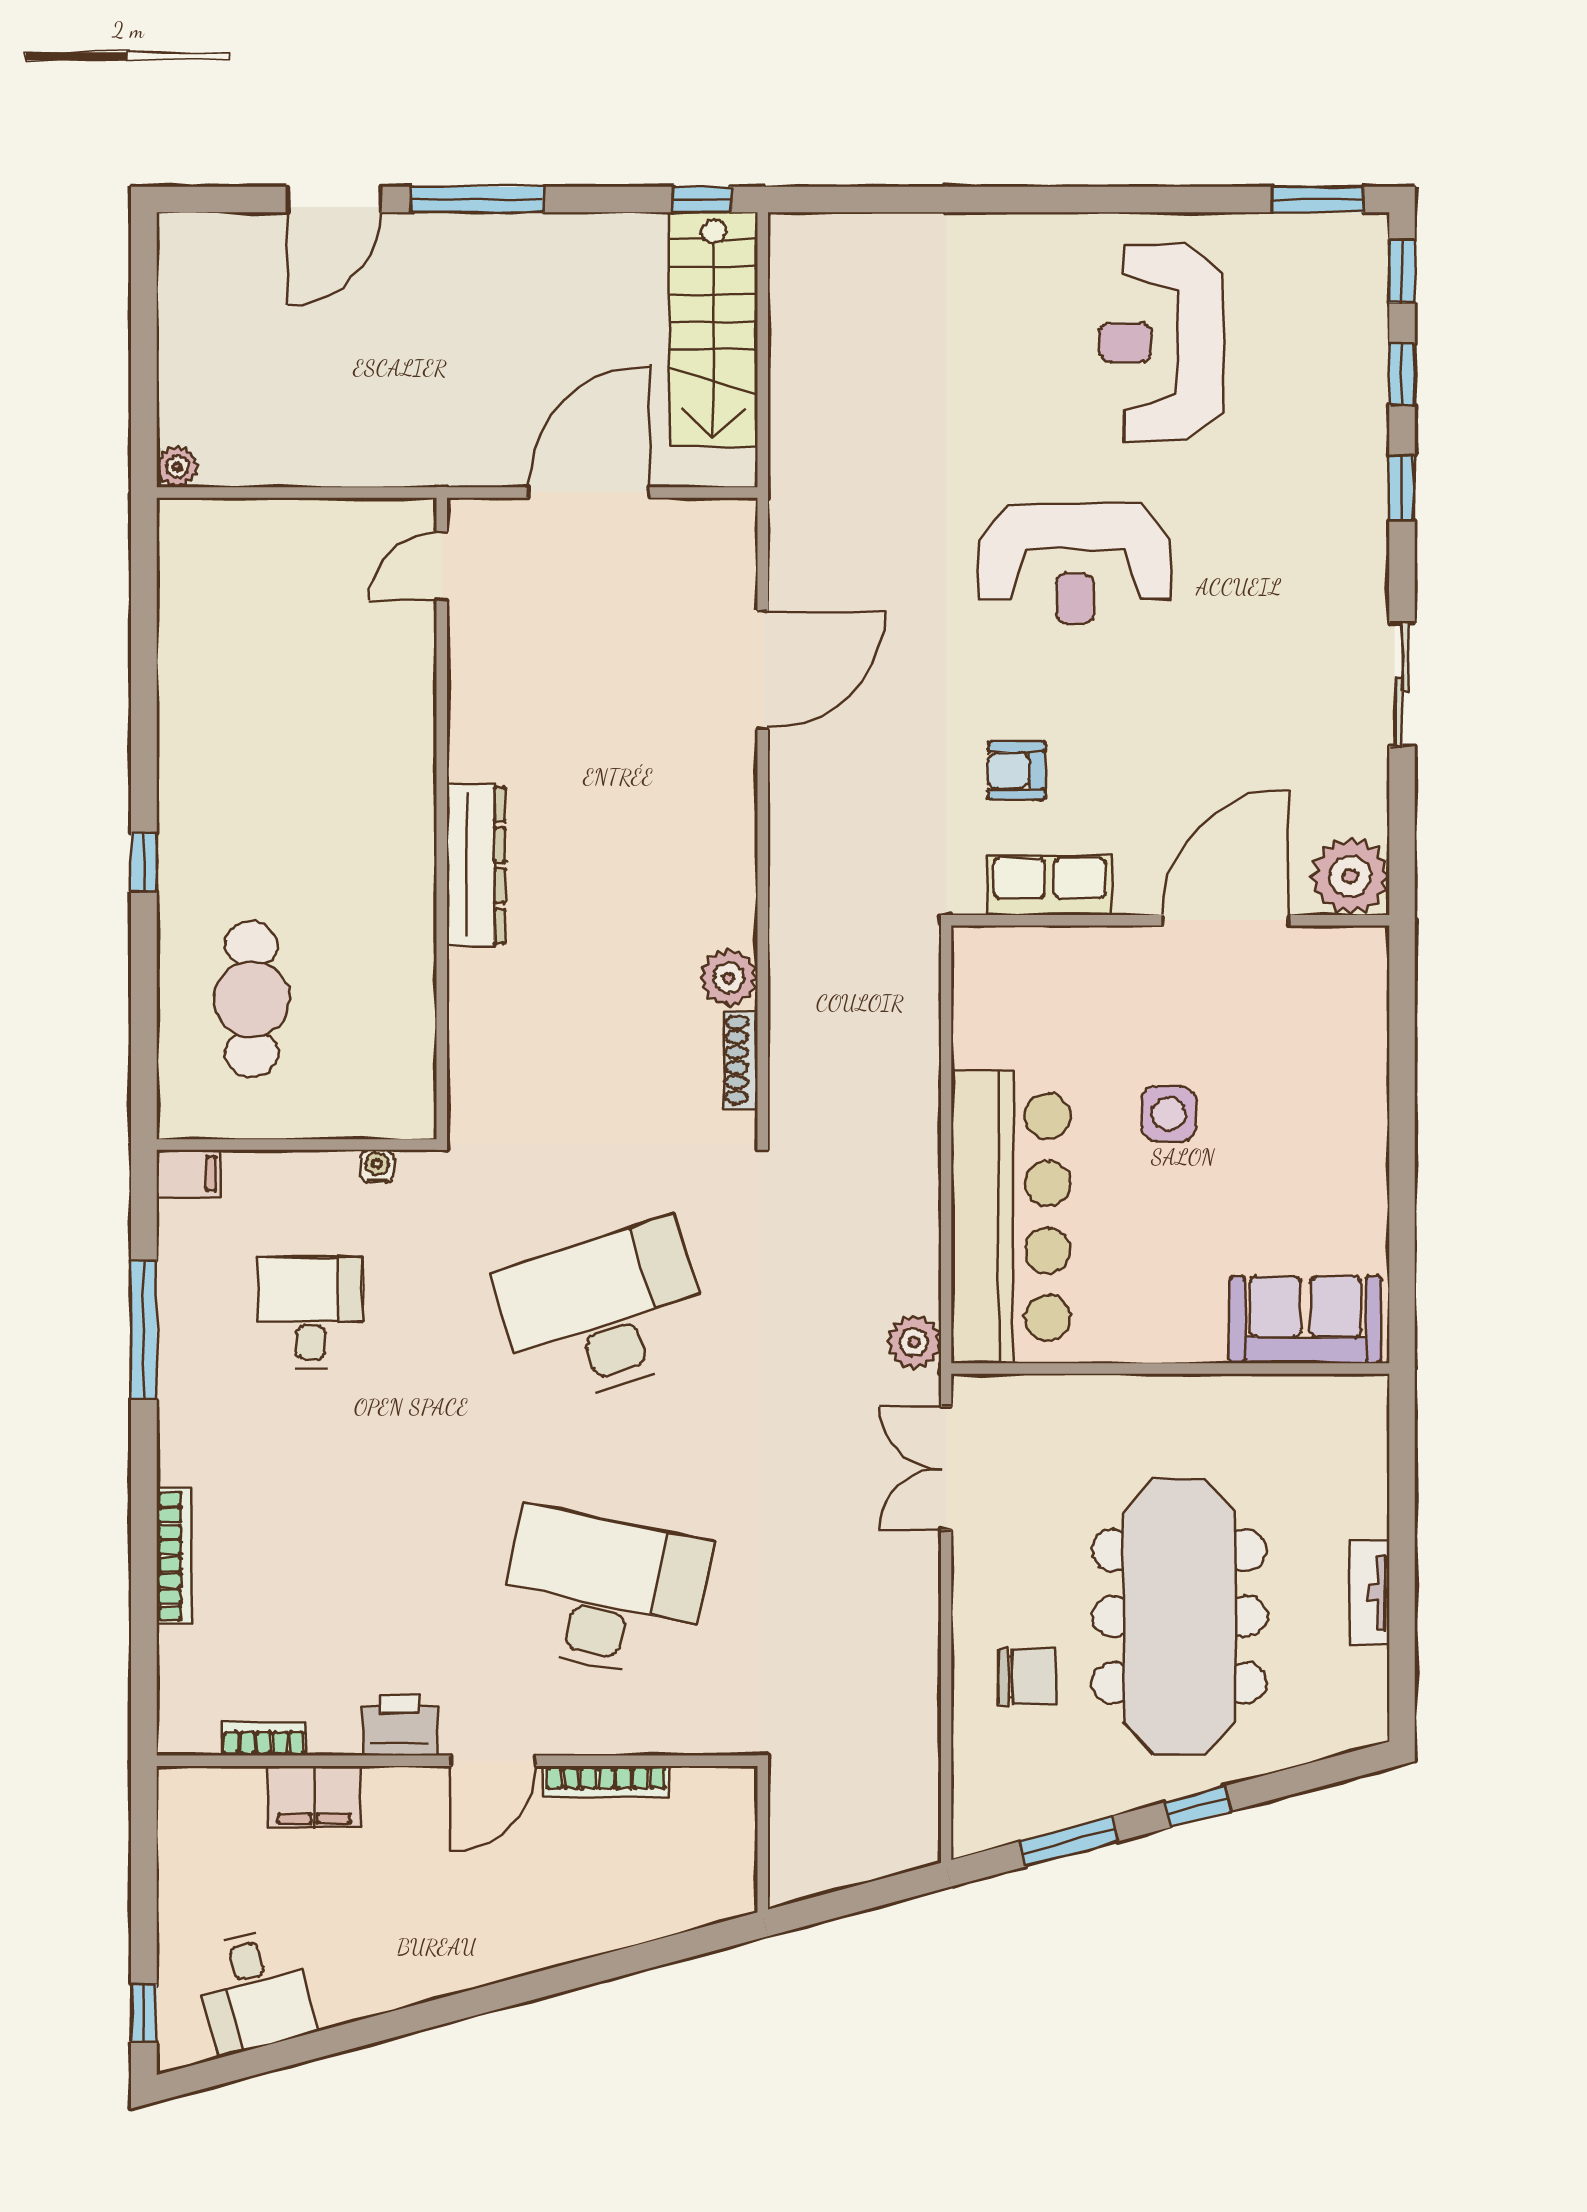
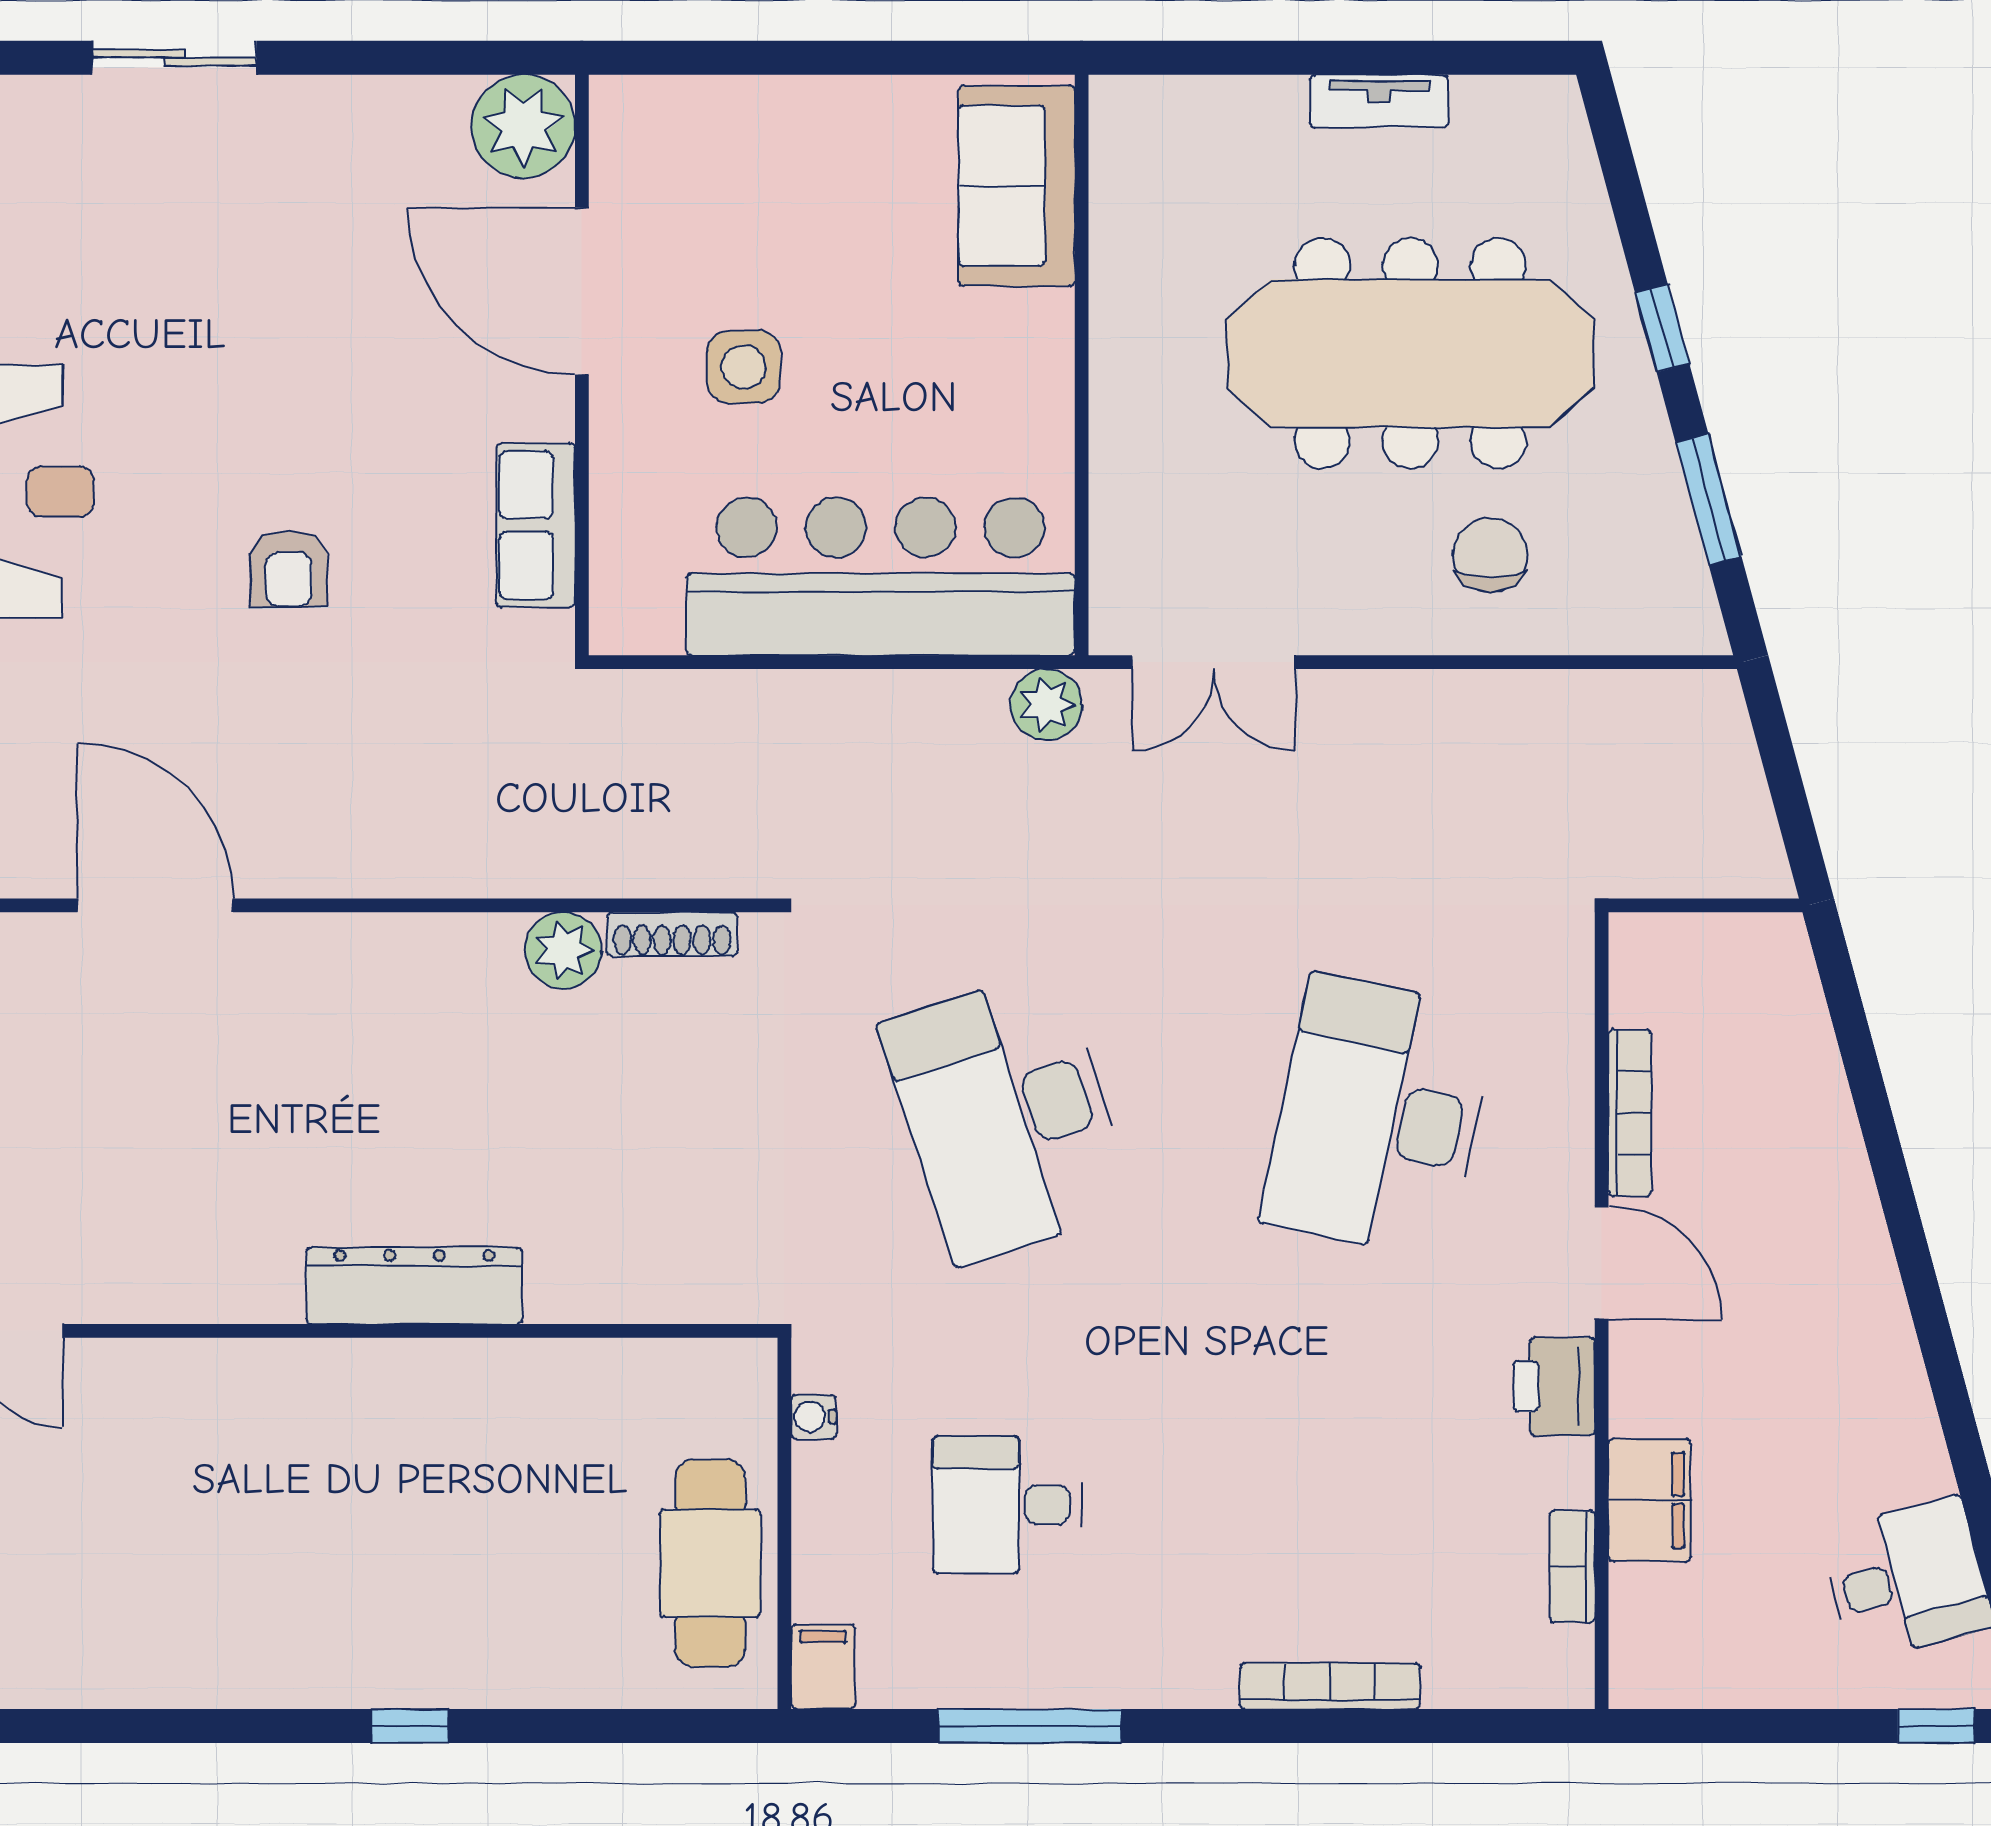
plant: (1350, 876) -> (523, 126), moved
row of seats: (1049, 885) -> (536, 525), moved
wall: (1170, 920) -> (582, 365), moved
door: (1226, 920) -> (582, 291), moved
cafe table: (252, 999) -> (710, 1563), moved, turned 90

